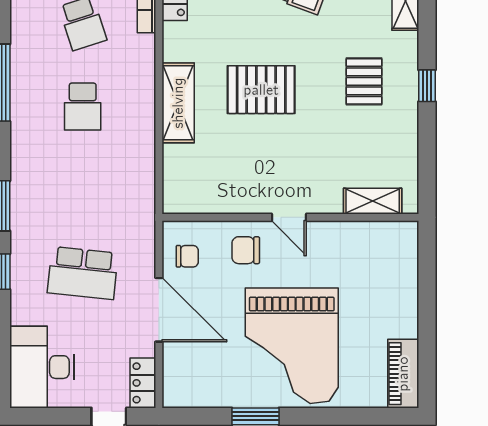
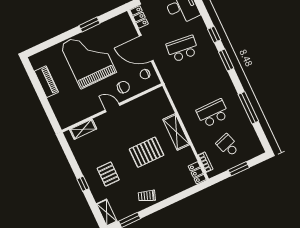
school desk: (83, 106) -> (213, 113), width x1.85
piano: (403, 374) -> (46, 82), moved

